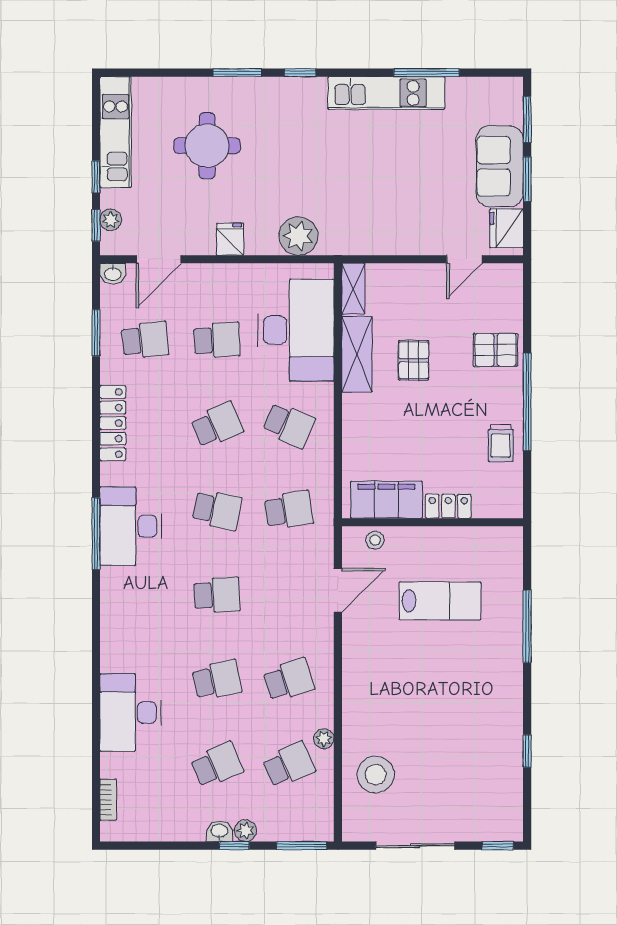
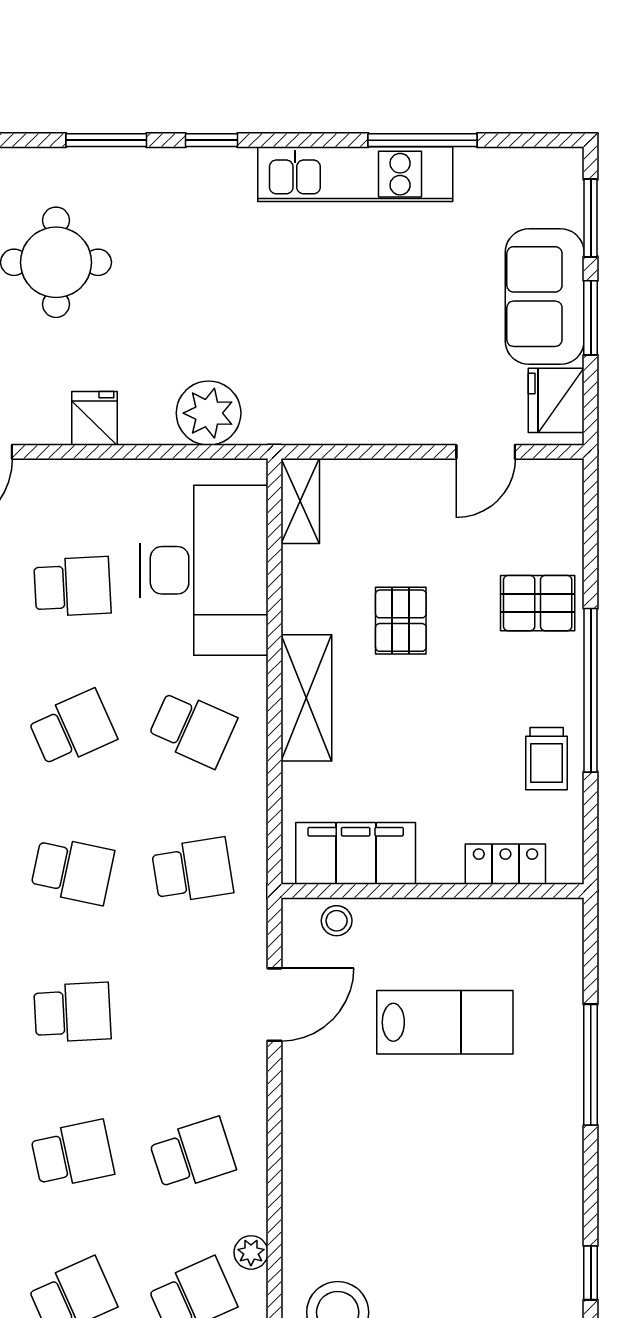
shelving: (357, 354) -> (306, 698), moved
locker: (448, 506) -> (505, 864), moved

